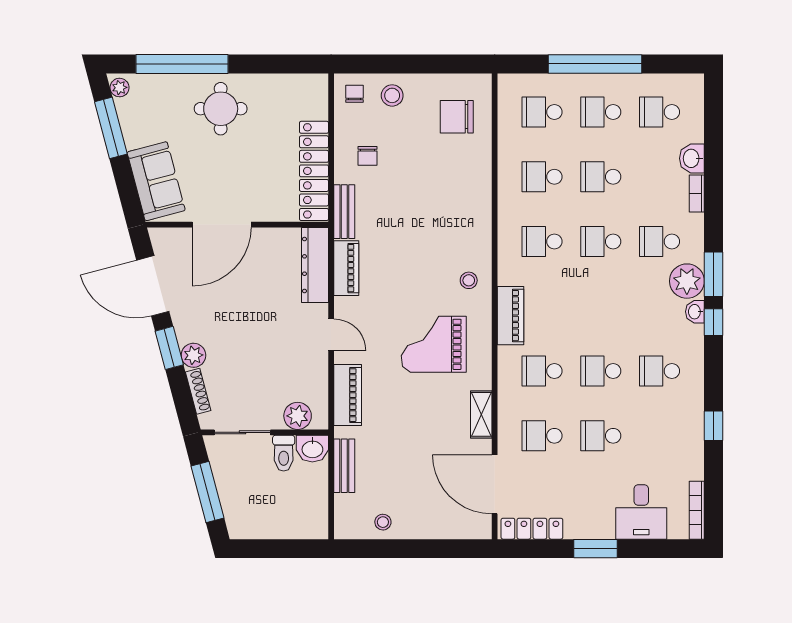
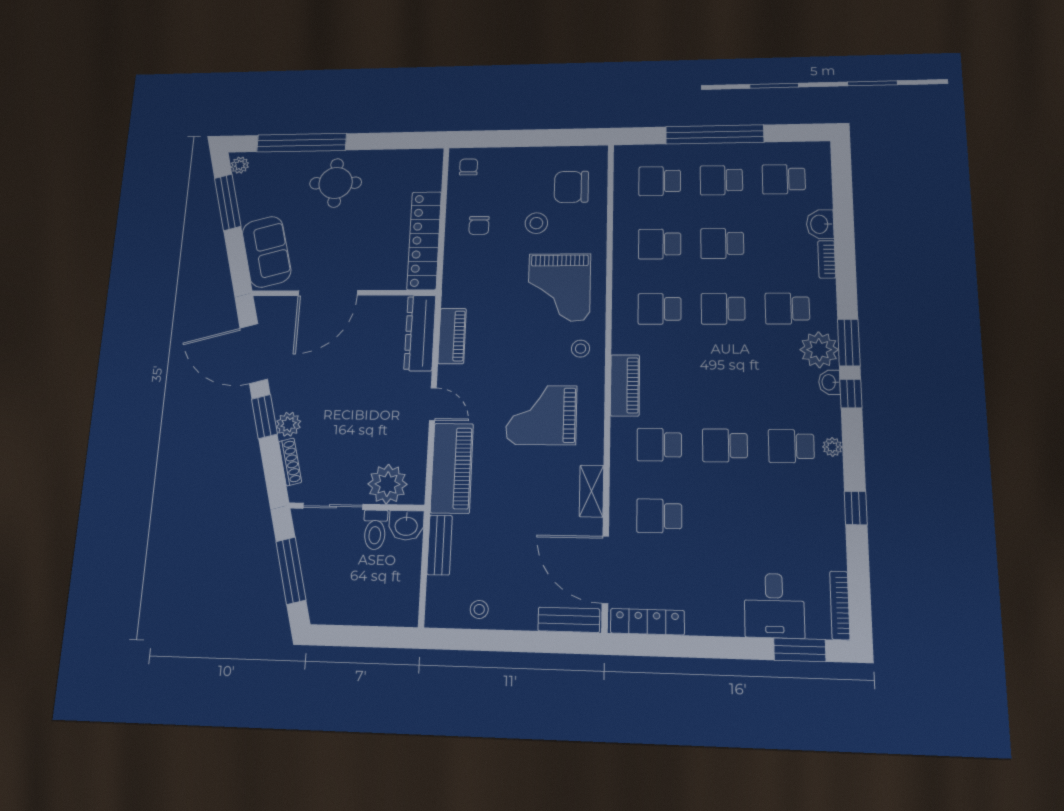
stool: (392, 95) -> (536, 223), moved
bench: (344, 212) -> (569, 620), moved, turned 90
grand piano: (447, 220) -> (559, 287), added
plant: (696, 371) -> (832, 447), added
piano: (348, 395) -> (452, 468), width x1.37, depth x1.33
plant: (298, 416) -> (387, 484), width x1.36, depth x1.36
school desk: (601, 436) -> (726, 517), removed
window: (595, 549) -> (800, 650), moved

